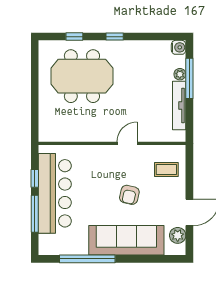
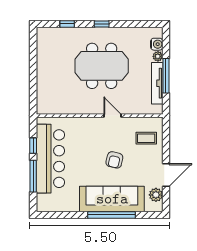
water cooler: (179, 47) -> (157, 44), moved
meeting table: (82, 76) -> (102, 66), moved
window: (189, 78) -> (166, 76), moved
door: (127, 143) -> (112, 116), hinge flipped
window: (87, 259) -> (112, 215), moved

